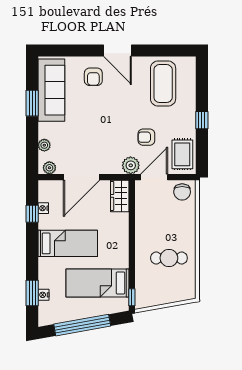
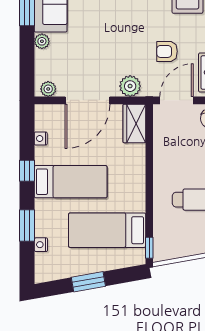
plant: (44, 145) -> (42, 41), moved
plant: (131, 165) -> (130, 86), moved
window: (32, 214) -> (27, 171), moved
window: (32, 293) -> (27, 226), moved
window: (82, 325) -> (88, 282), width x0.47

